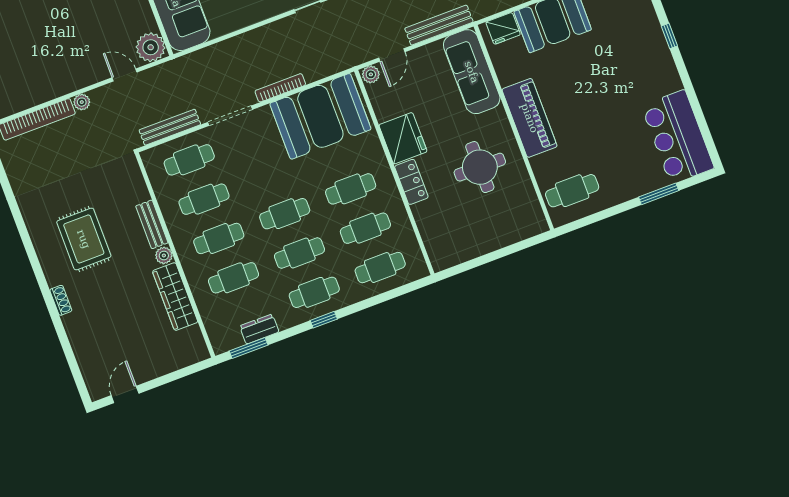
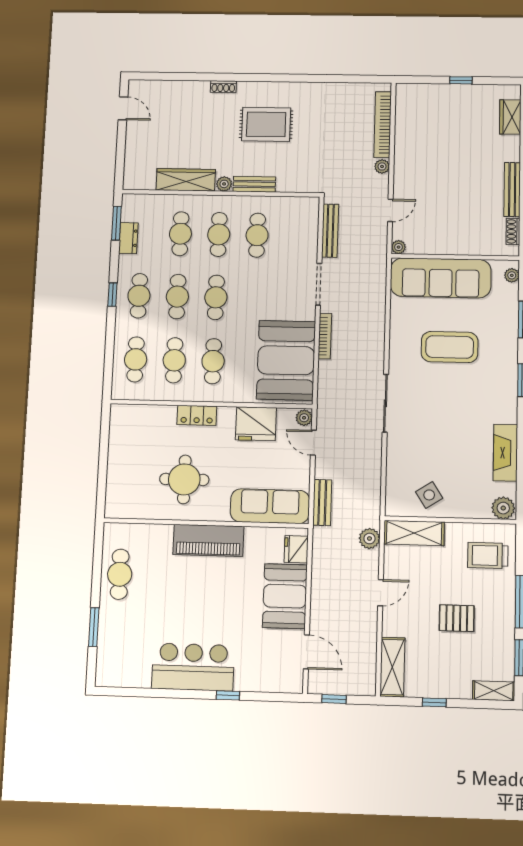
bench: (439, 25) -> (322, 502), width x0.73
plant: (151, 47) -> (399, 247), width x0.53, depth x0.53
bar counter: (678, 137) -> (193, 667), moved
fridge: (403, 138) -> (256, 424), moved
cafe table: (189, 160) -> (296, 236), removed
cafe table: (572, 191) -> (120, 574), moved

